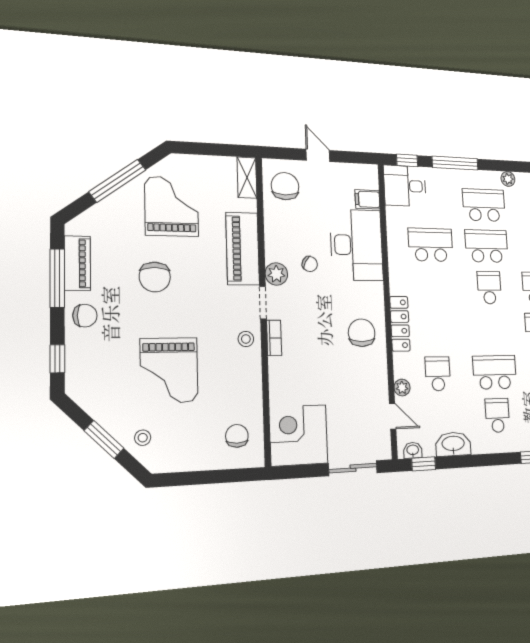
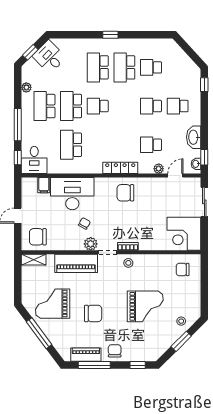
school desk: (495, 372) -> (151, 106), width x0.54

